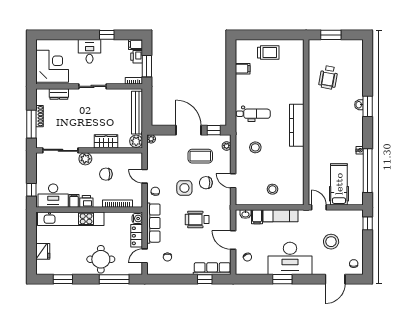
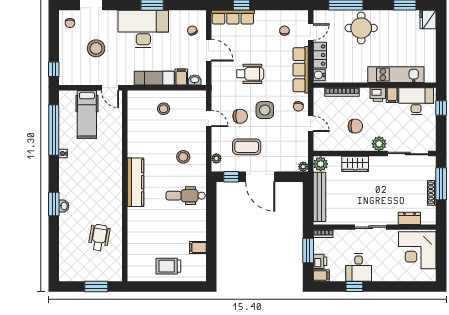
desk: (90, 51) -> (359, 268), moved
kitchen unit: (71, 219) -> (396, 75), width x0.73
fridge: (43, 251) -> (428, 19), moved

